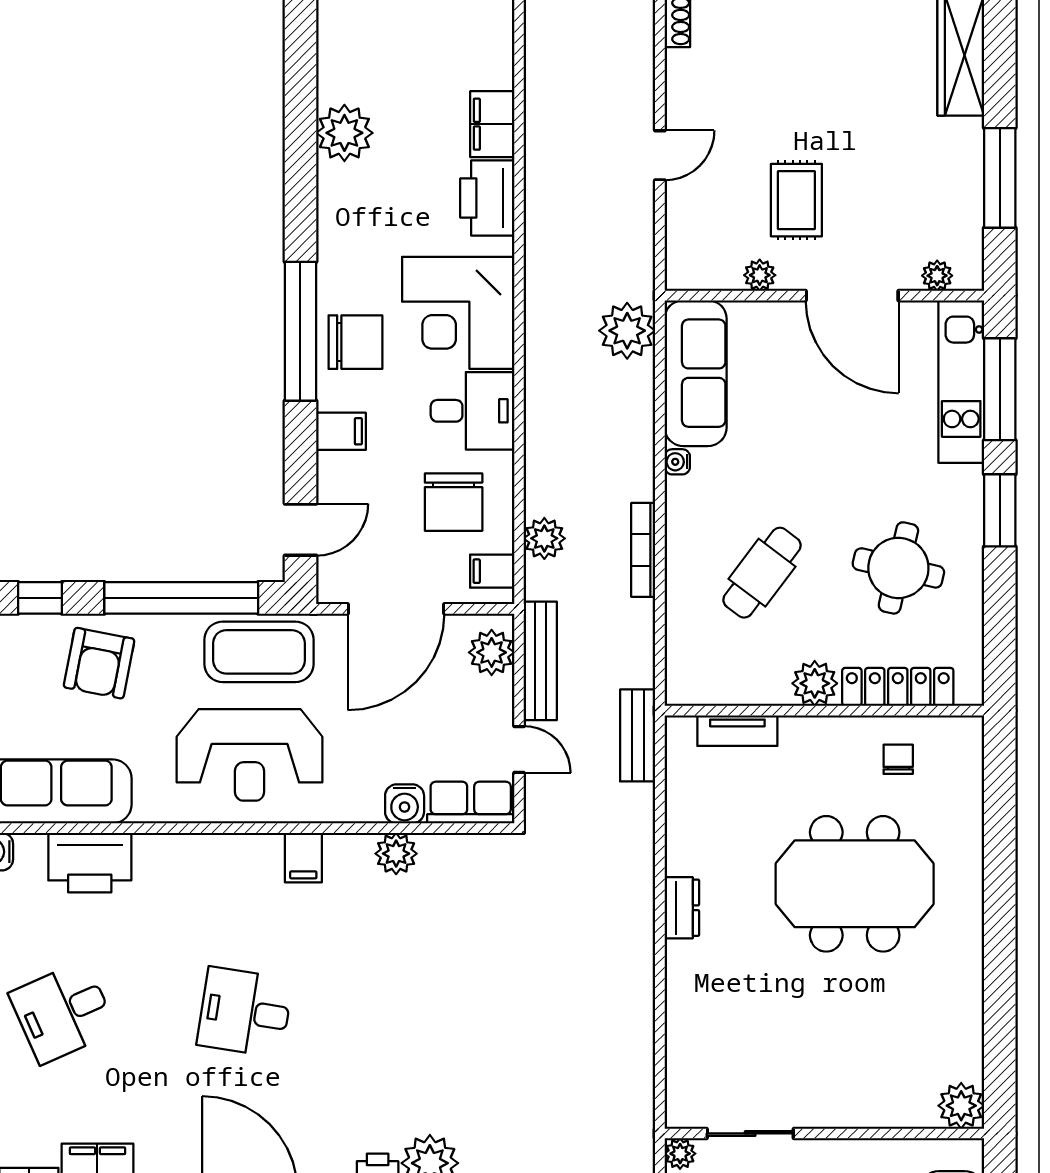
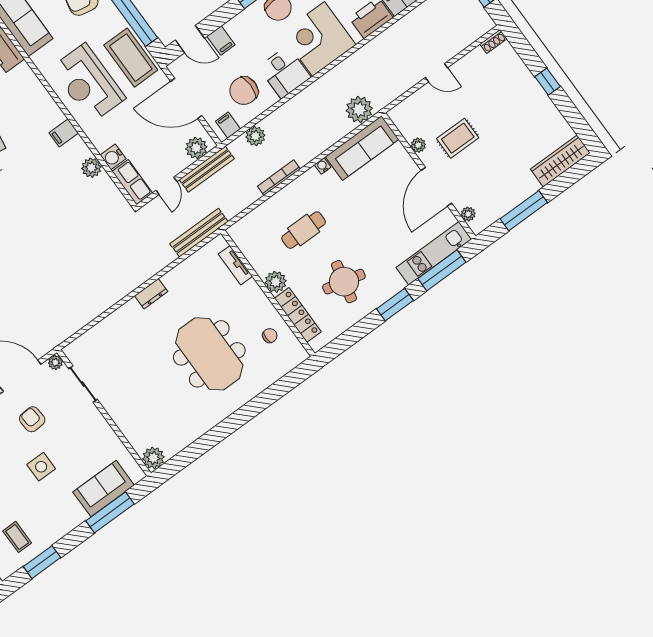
filing cabinet: (341, 431) -> (221, 40), moved
cafe table: (762, 573) -> (304, 230), turned -37
bench: (638, 735) -> (199, 233), width x1.36

